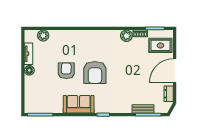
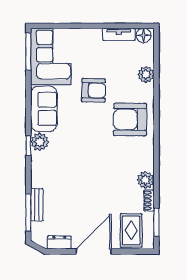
plant: (43, 36) -> (146, 74), moved
floor lamp: (29, 70) -> (144, 35), moved
door: (175, 71) -> (94, 251), hinge flipped
armchair: (95, 72) -> (130, 120), moved
corner sofa: (43, 99) -> (51, 56), added
plant: (101, 107) -> (40, 142), added

